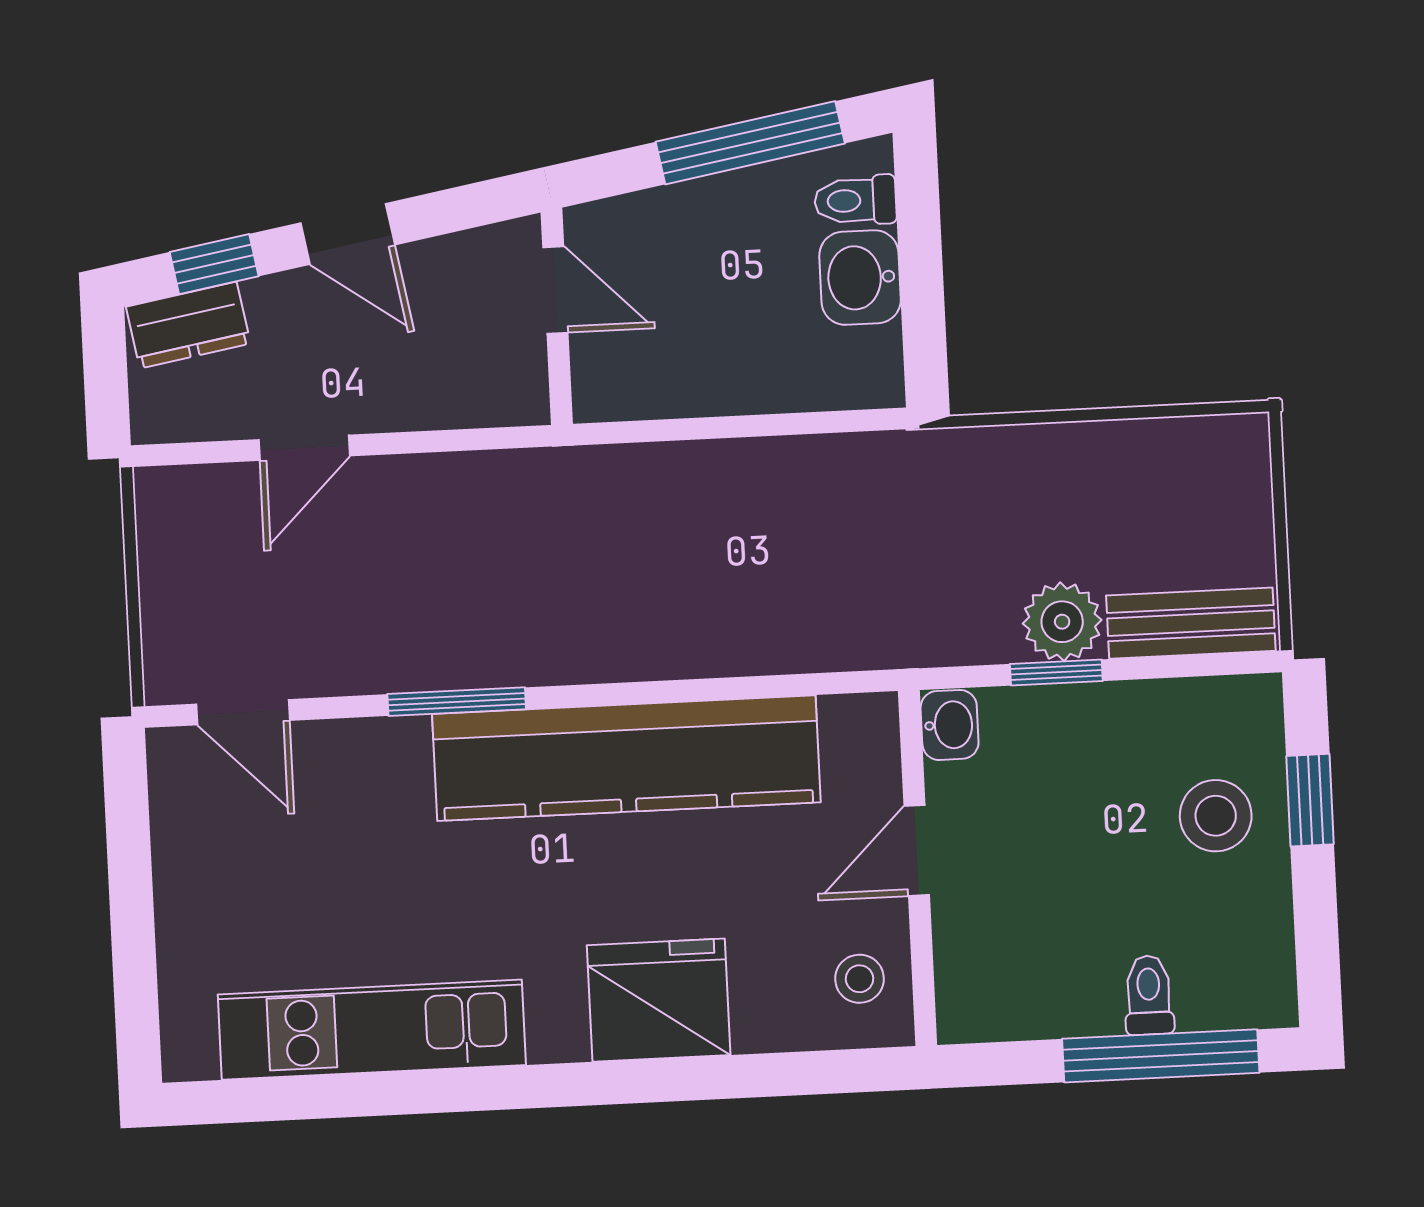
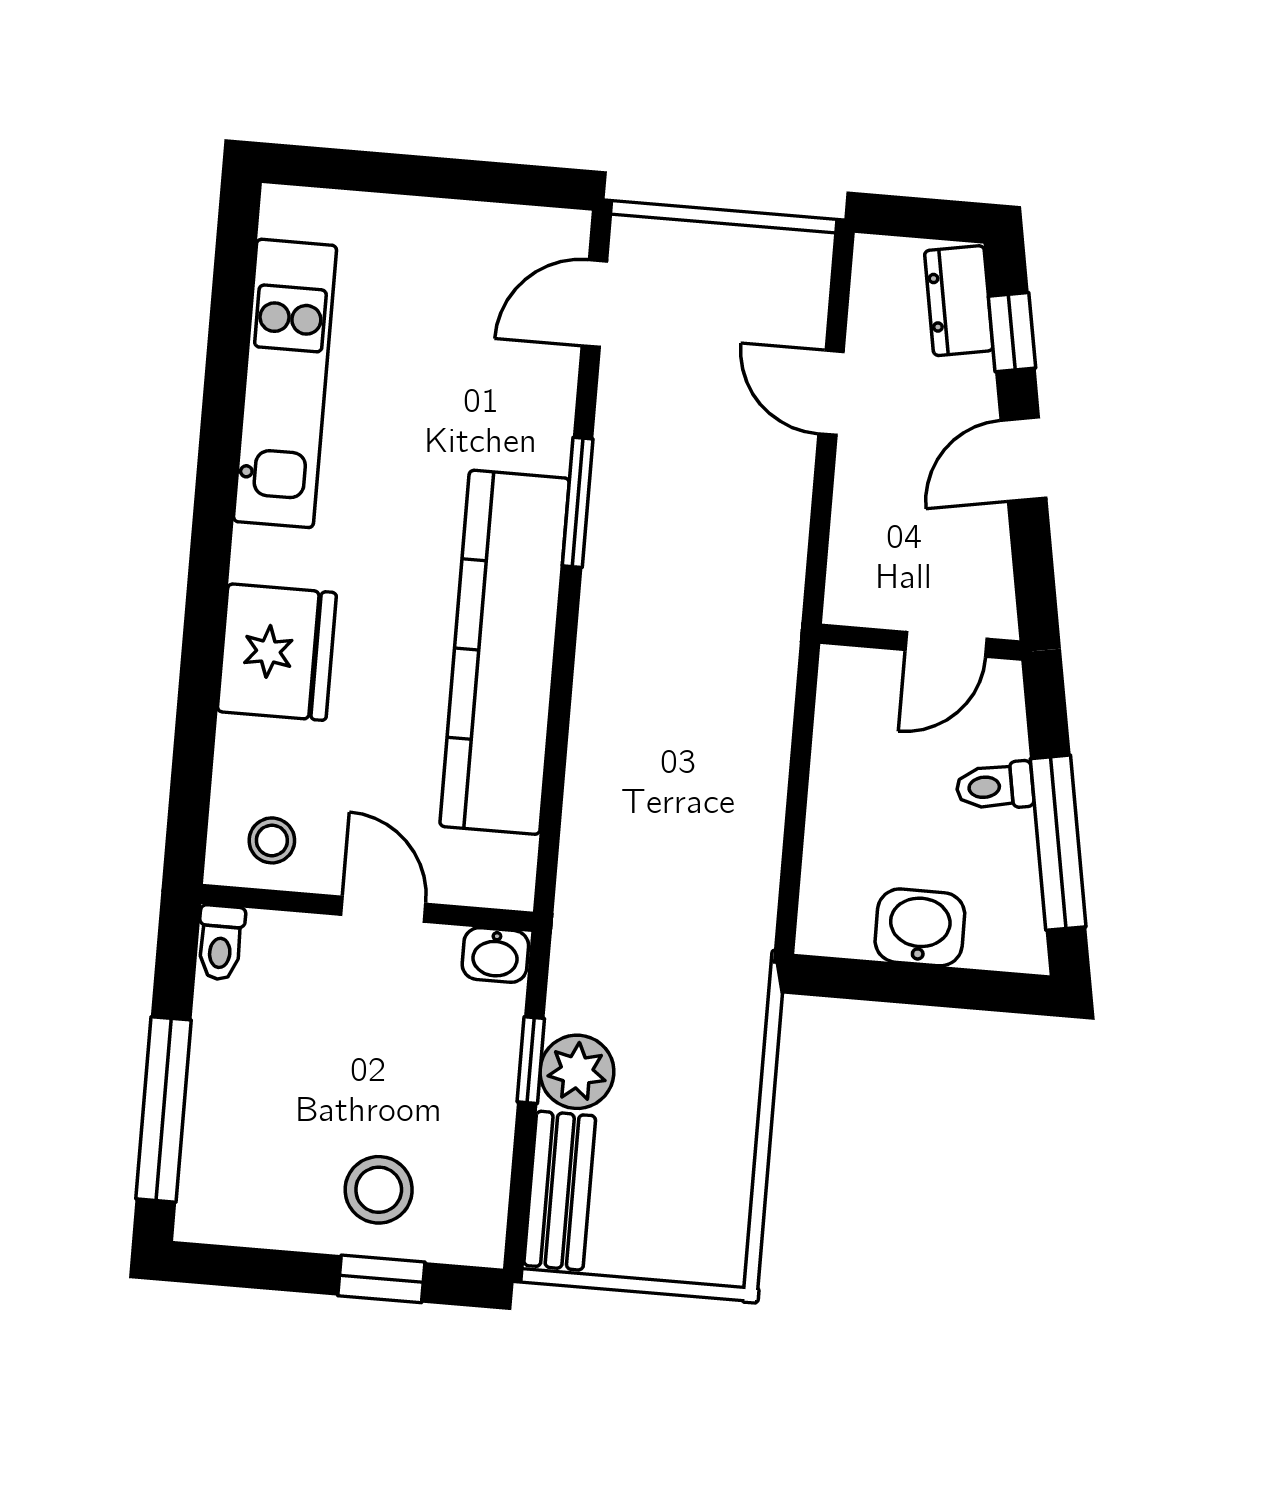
toilet: (855, 200) -> (995, 786), moved, turned -100
toilet: (1149, 995) -> (221, 943), moved, turned 90

